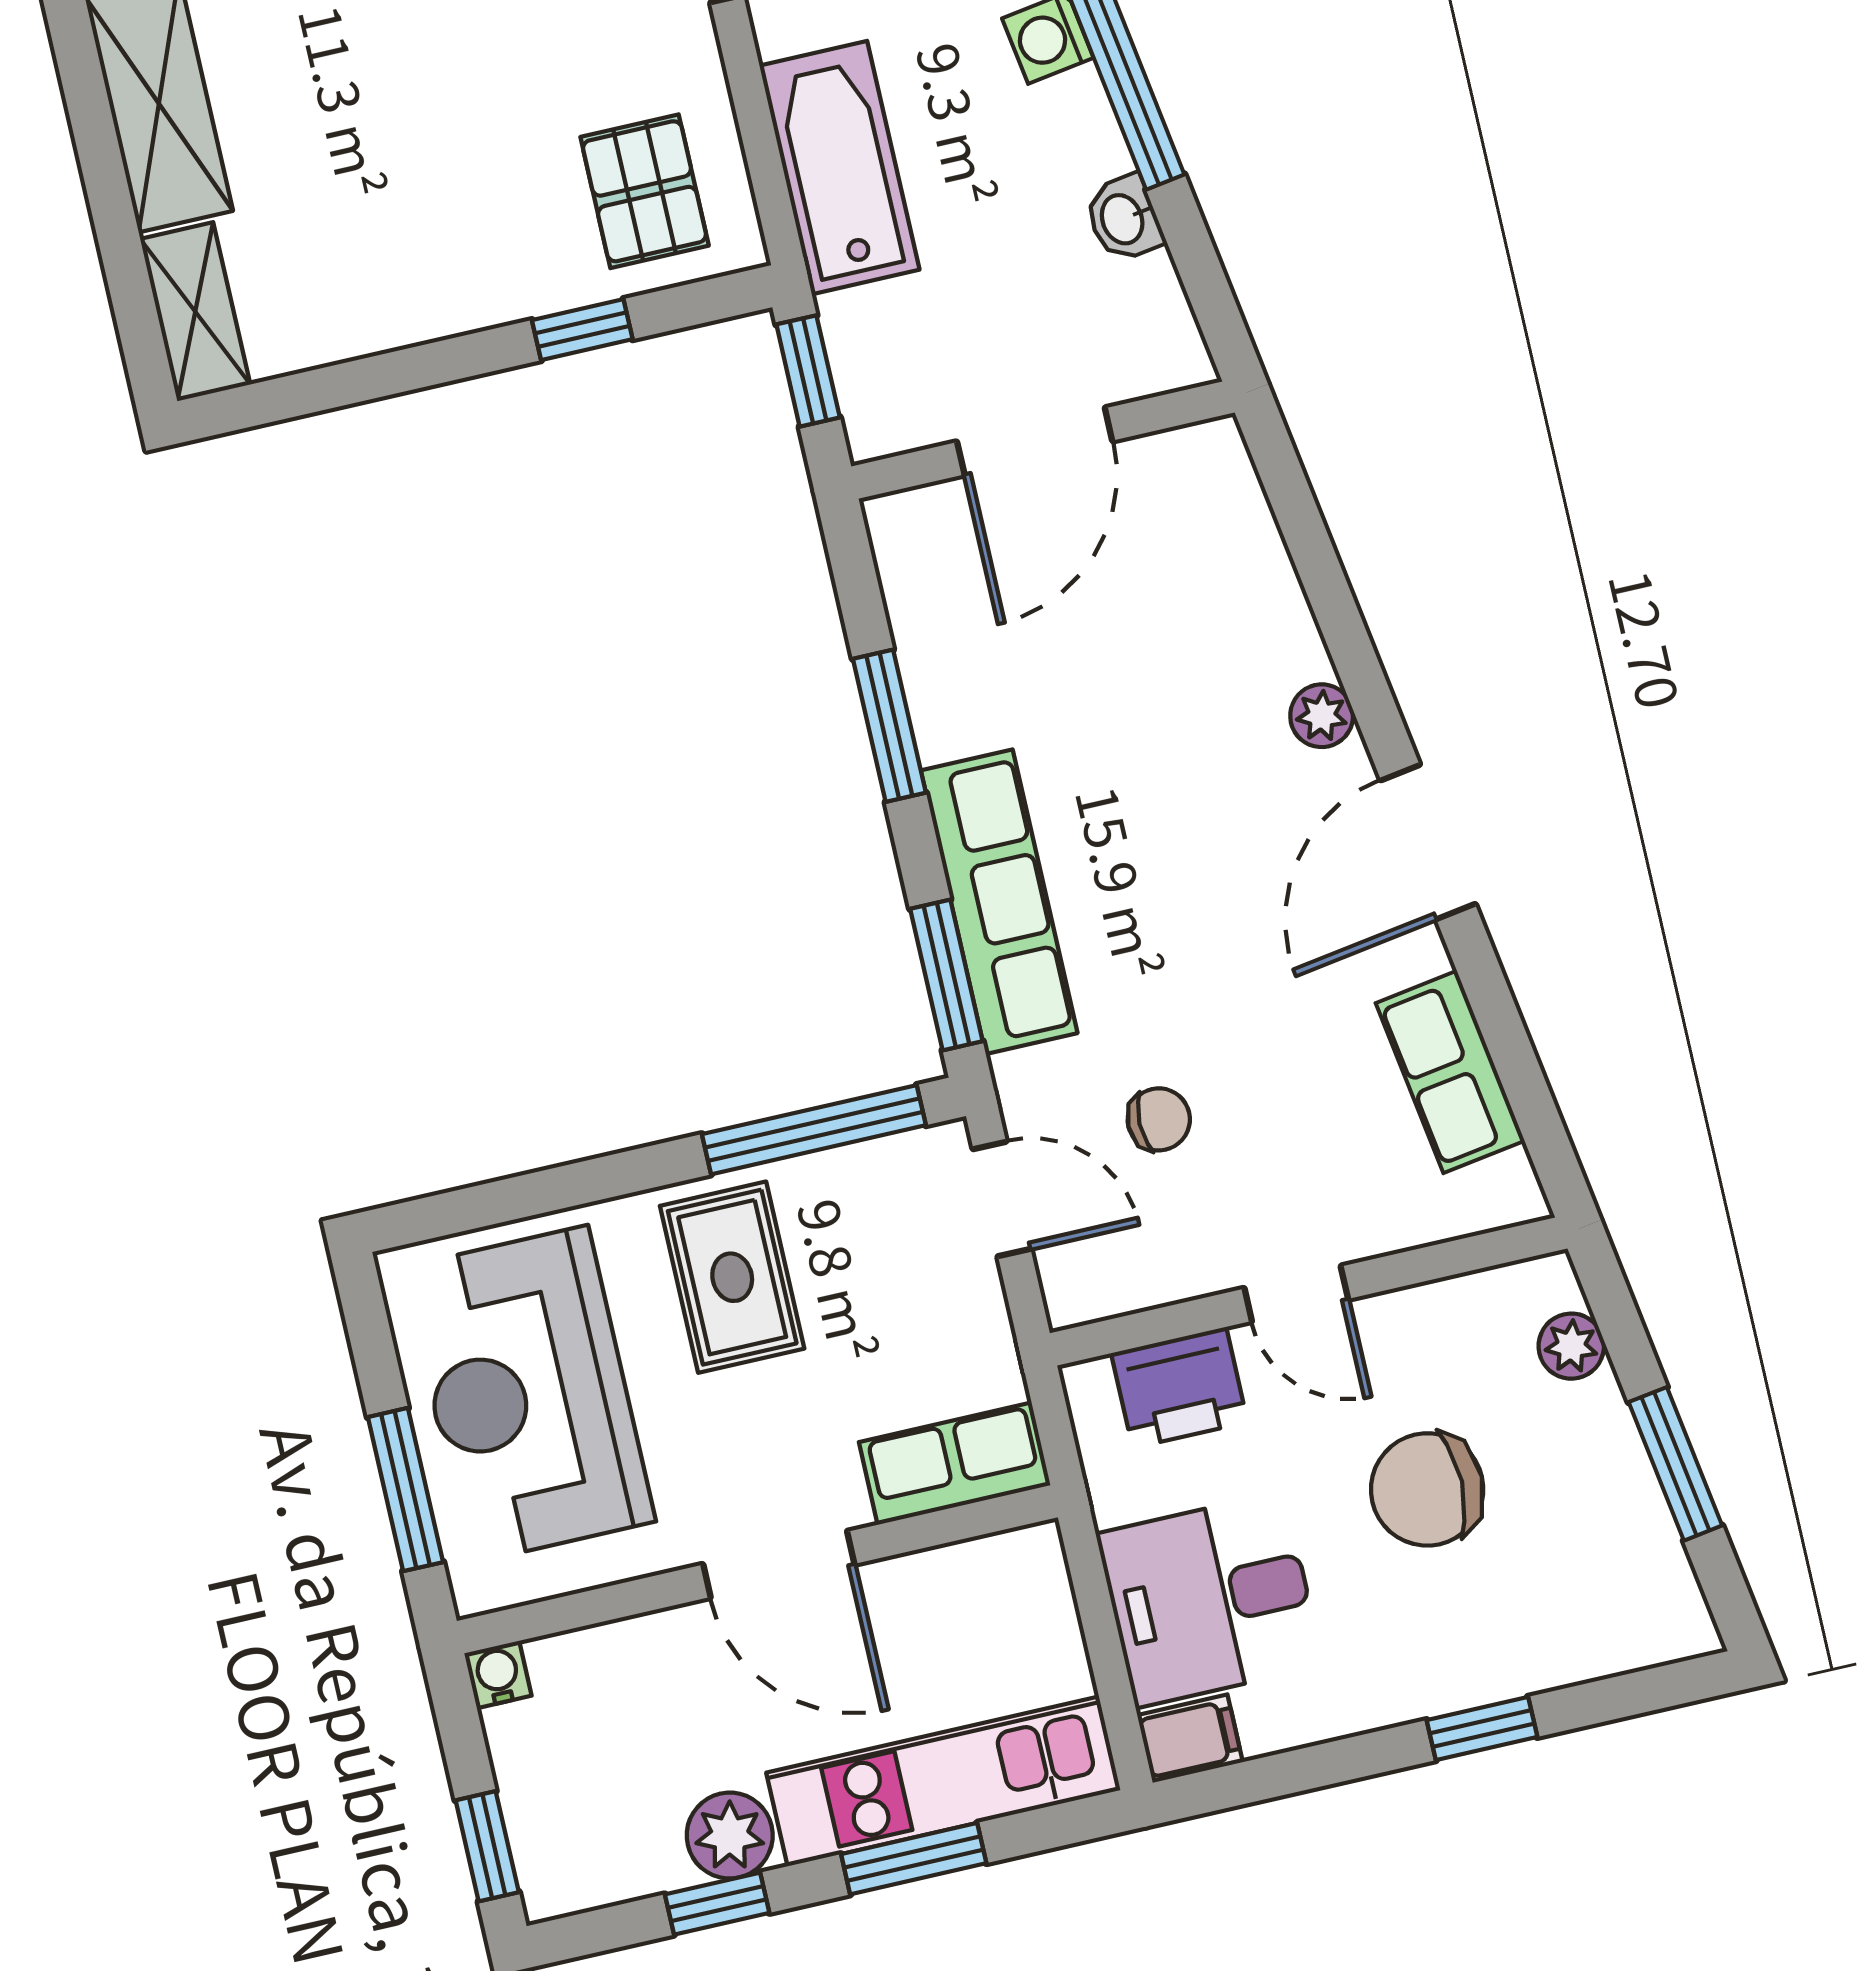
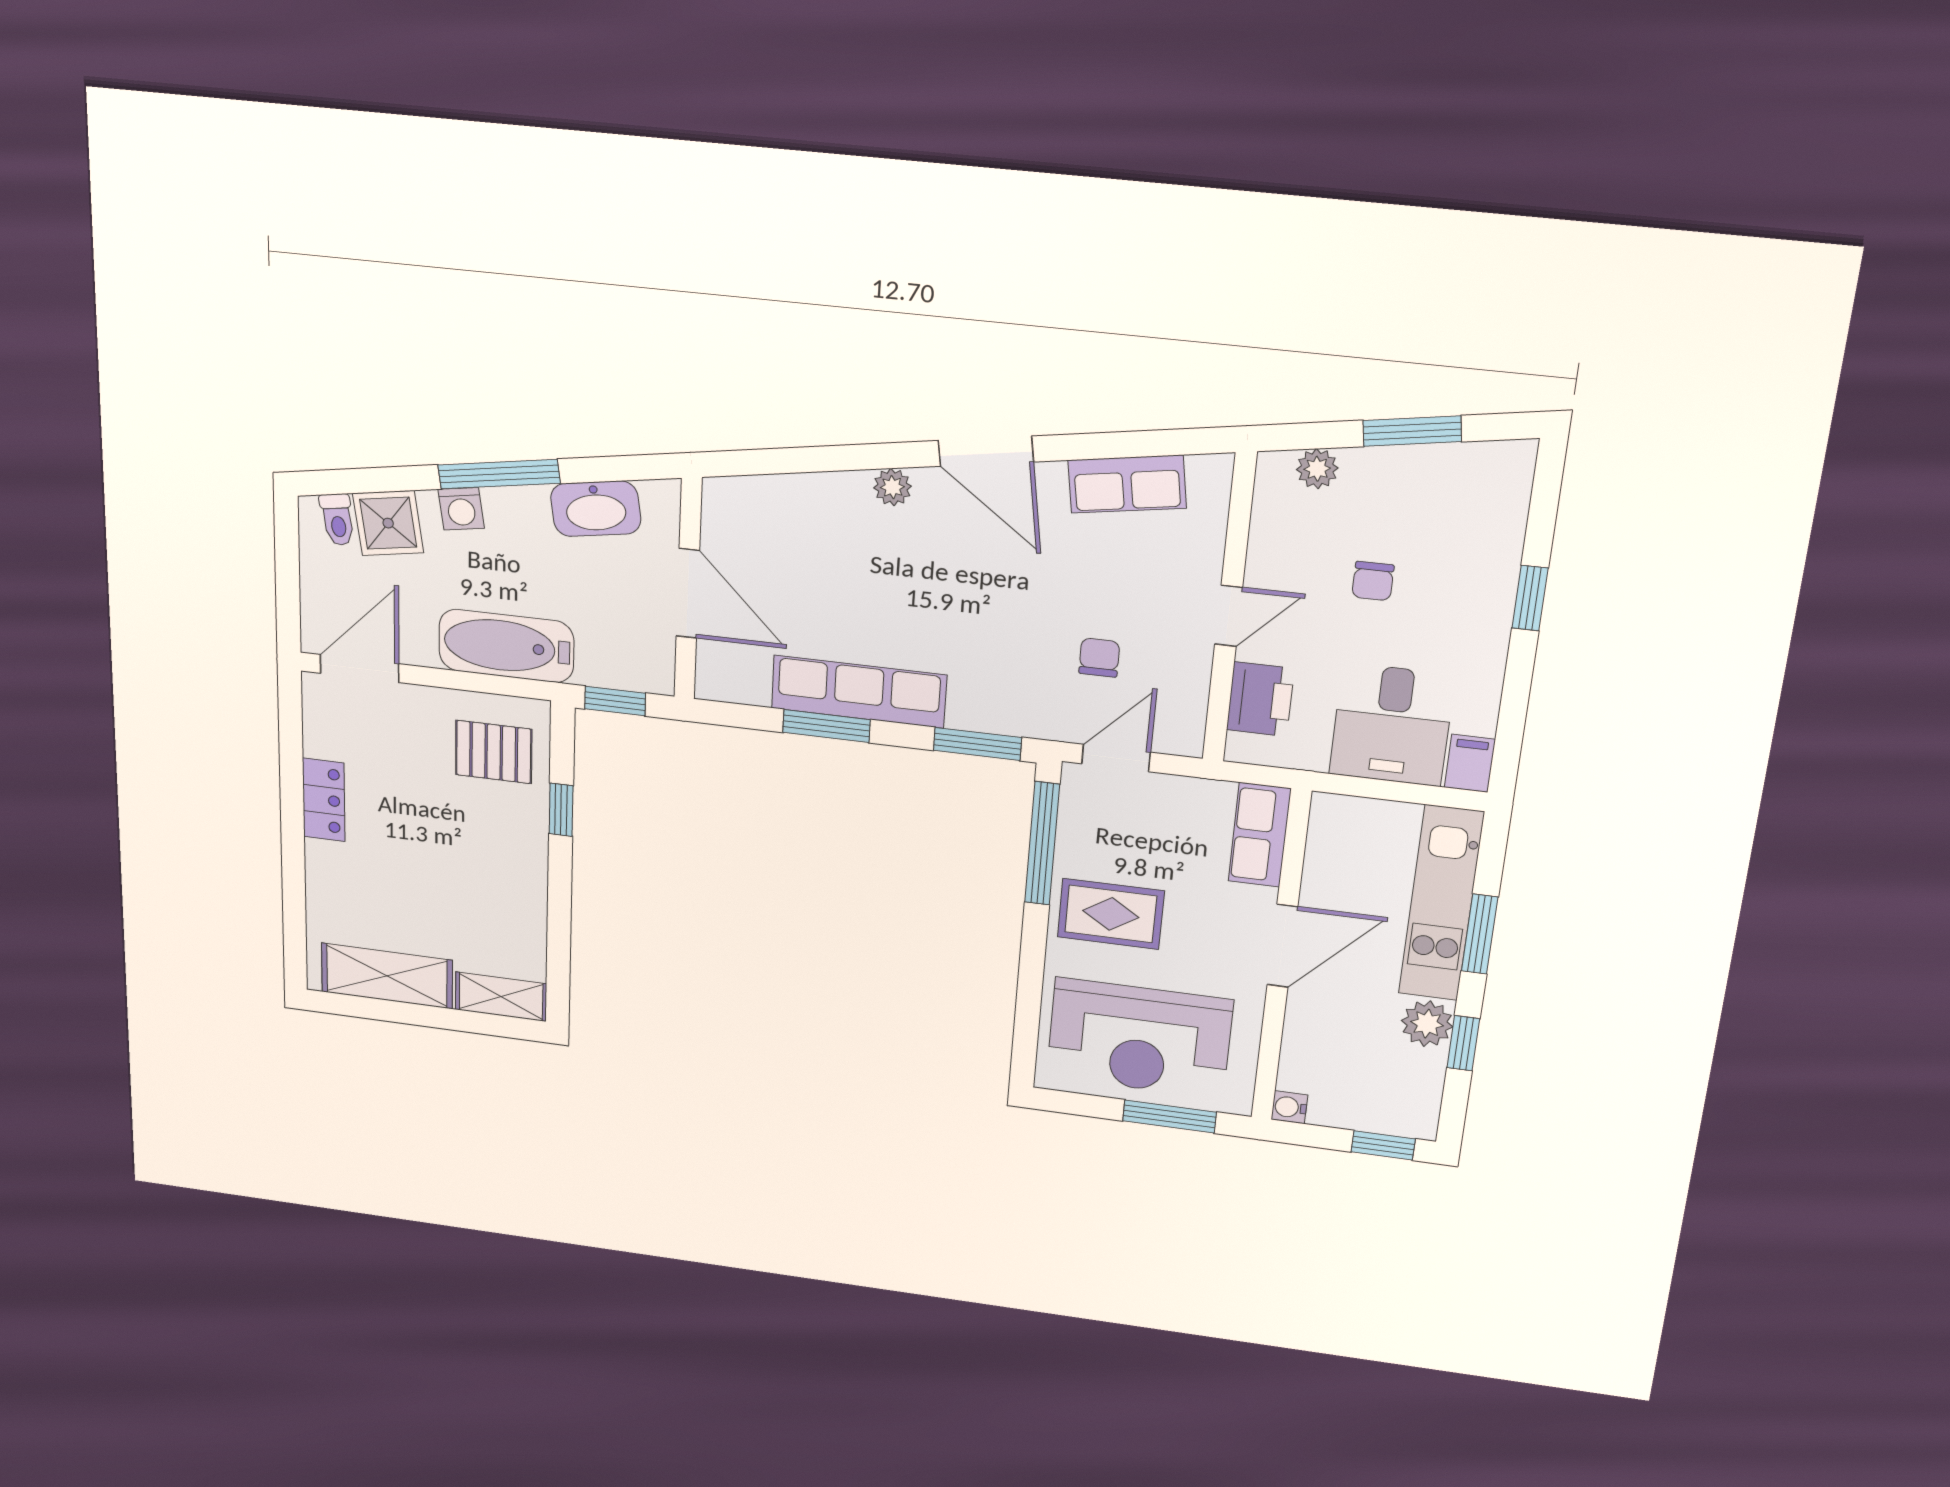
washbasin: (1124, 219) -> (596, 509), width x1.91, depth x1.45
row of seats: (999, 902) -> (859, 692), moved
chair: (1427, 1489) -> (1373, 581), width x0.54, depth x0.54

